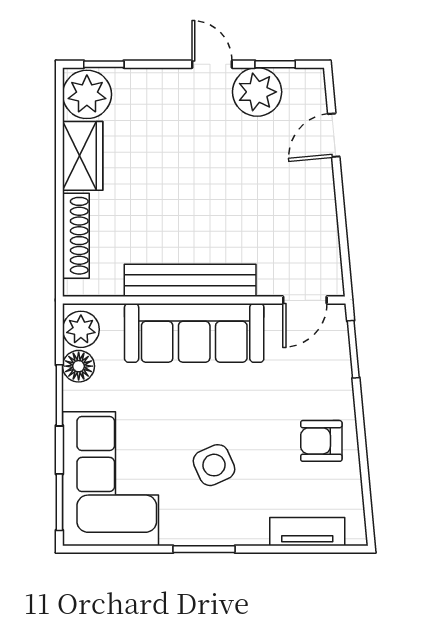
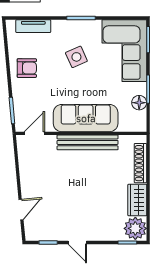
plant: (257, 92) -> (57, 230), removed
plant: (81, 329) -> (138, 120), removed

